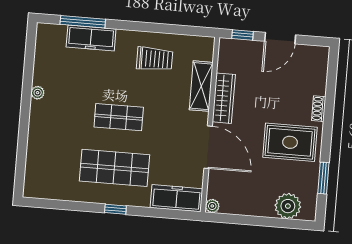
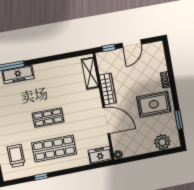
trolley: (155, 59) -> (16, 156), moved, turned -90
shelving: (201, 86) -> (90, 73), moved
freezer: (176, 198) -> (100, 155), width x0.71
window: (115, 209) -> (41, 177), moved

